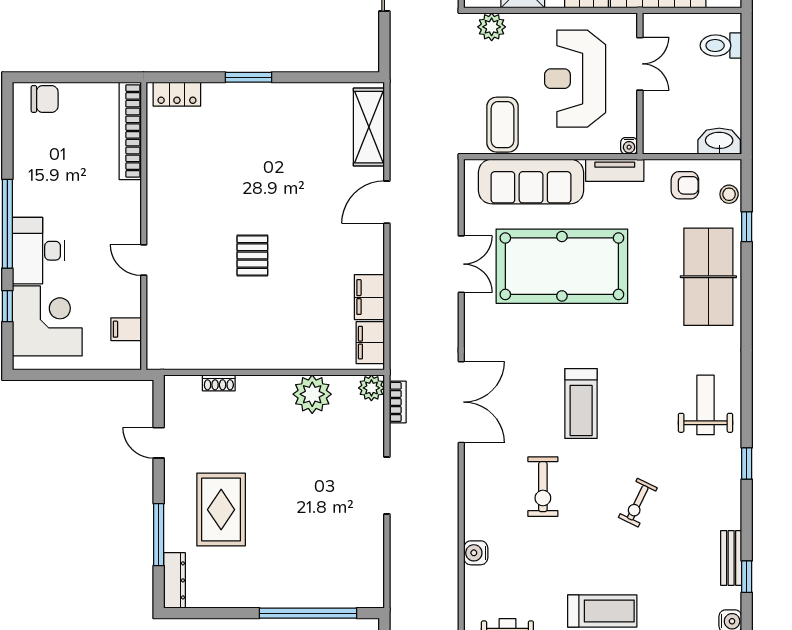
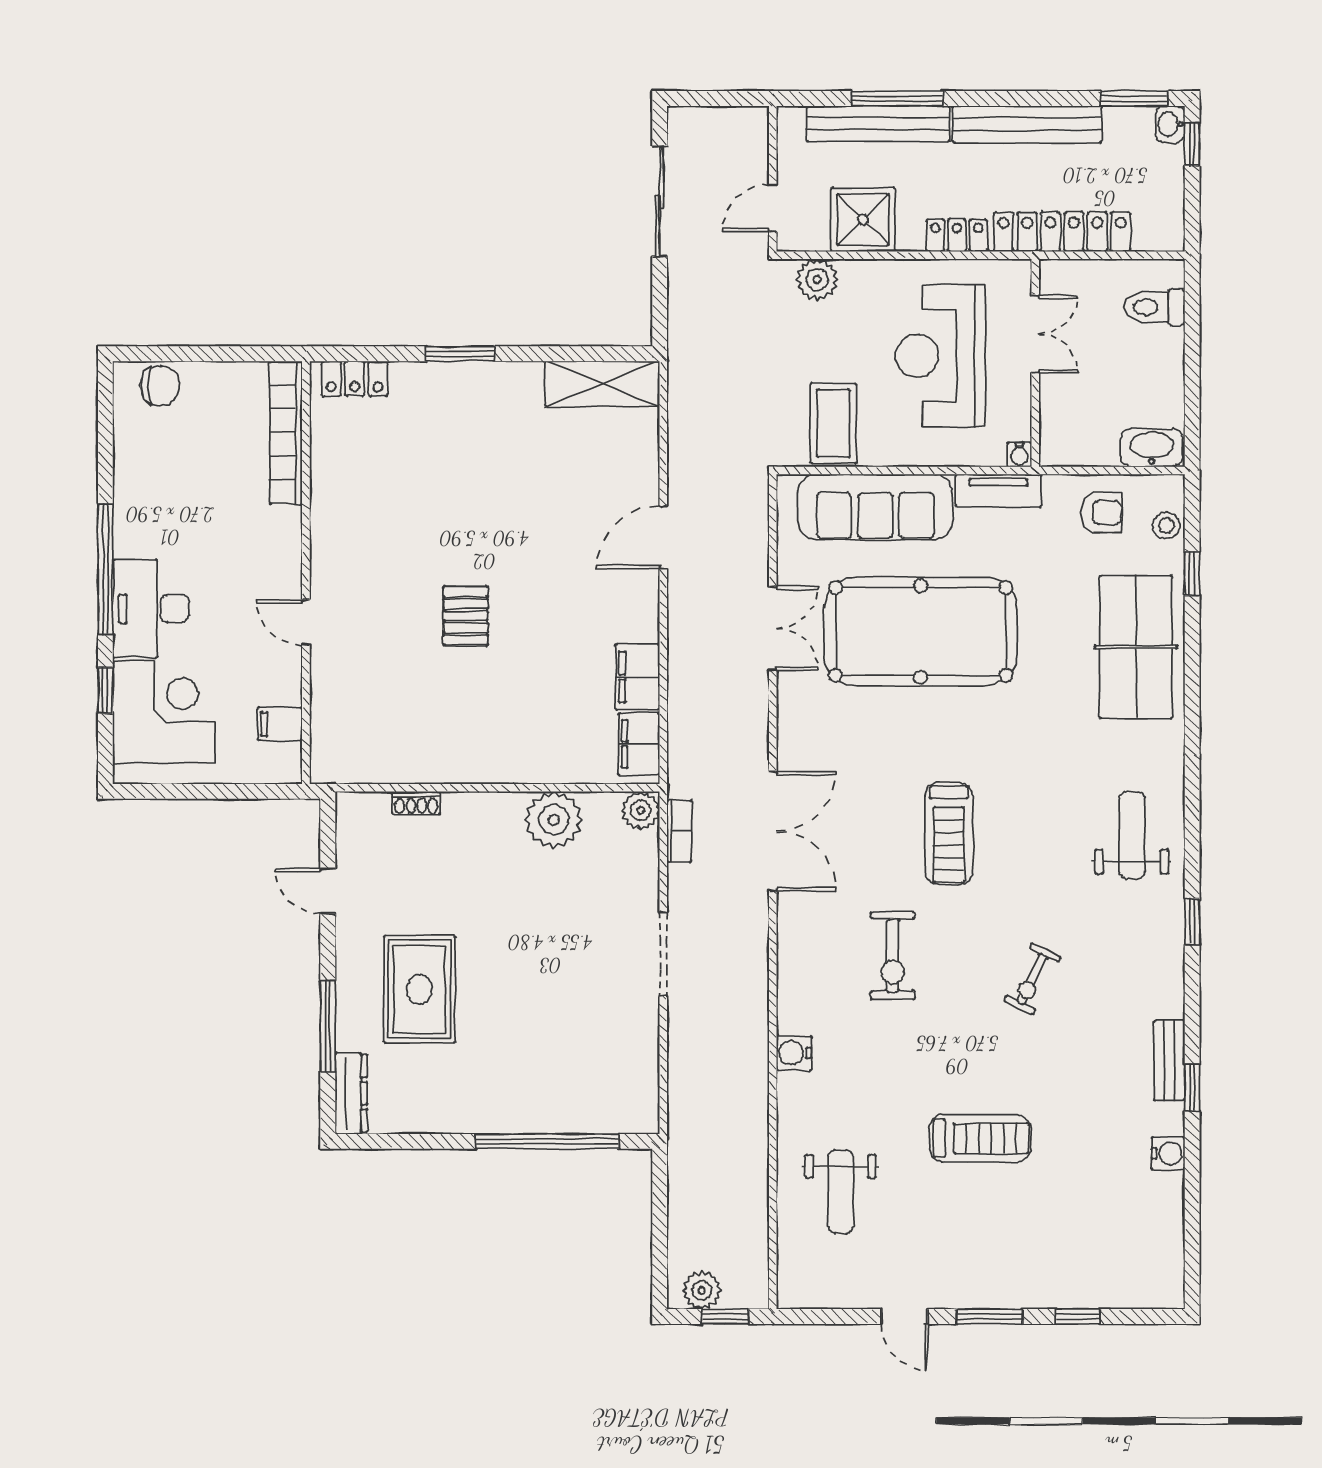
shelving: (369, 127) -> (603, 384), moved, turned 90

